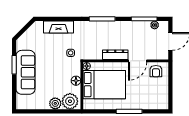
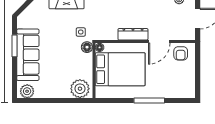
floor lamp: (76, 81) -> (87, 47), moved
plant: (55, 103) -> (27, 91), moved

